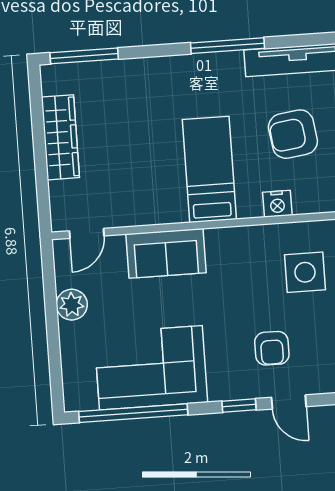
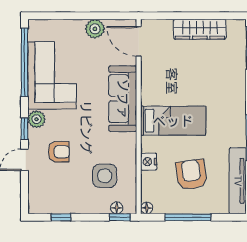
door: (87, 233) -> (139, 41), width x1.38
sofa: (166, 253) -> (123, 99), width x1.36
armchair: (272, 348) -> (59, 152), turned 180
plant: (223, 387) -> (36, 119), added

